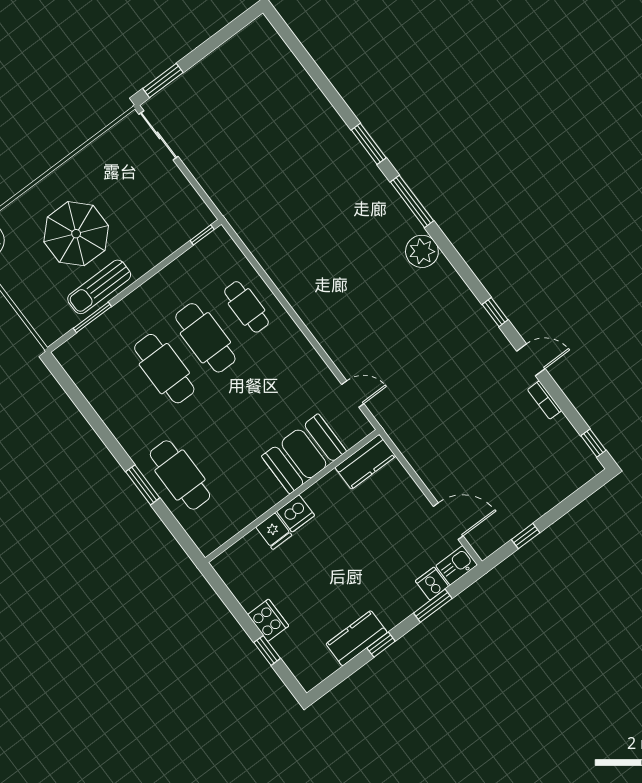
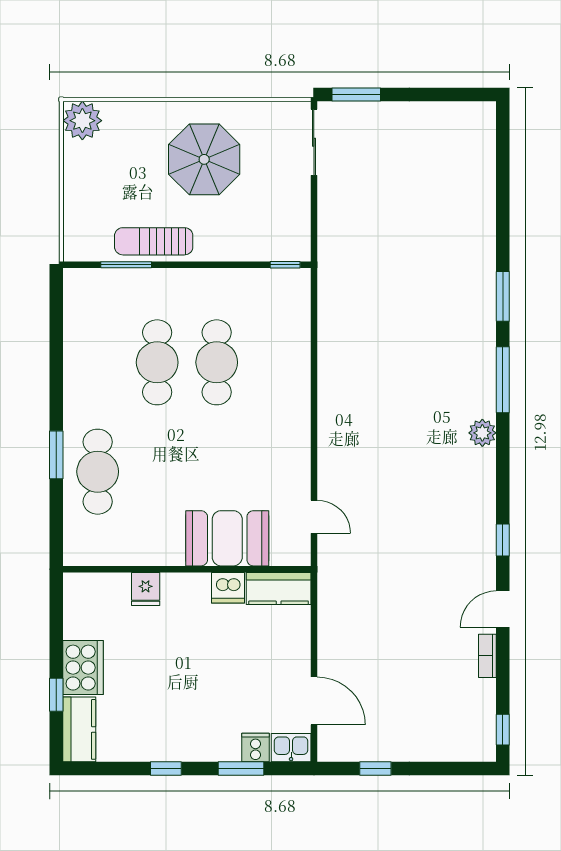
parasol: (76, 234) -> (204, 159), moved
plant: (422, 251) -> (482, 433), width x0.73, depth x0.73
cafe table: (246, 307) -> (276, 362), removed
door: (531, 360) -> (503, 609), swing flipped
dishwasher: (296, 513) -> (228, 588), moved
cooker: (268, 620) -> (83, 668), width x1.37, depth x1.31
kitchen counter: (357, 638) -> (79, 729), moved, turned 90

